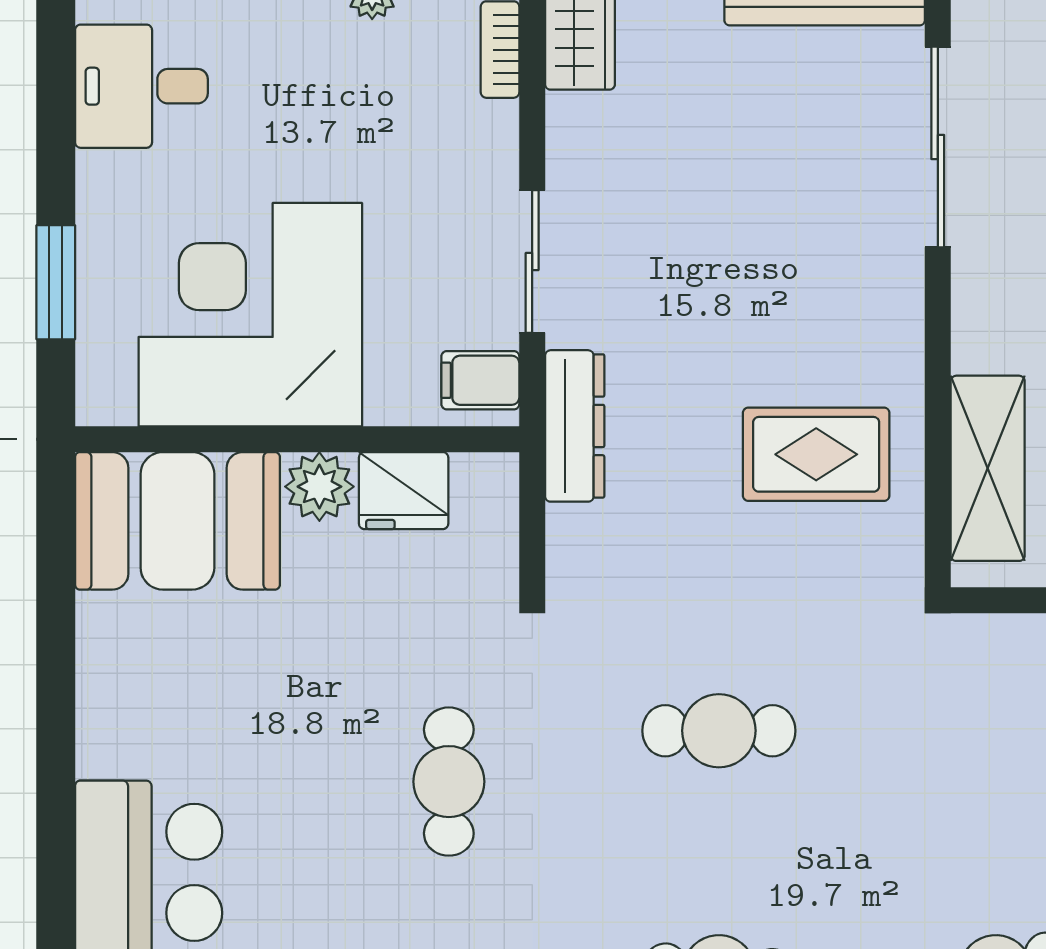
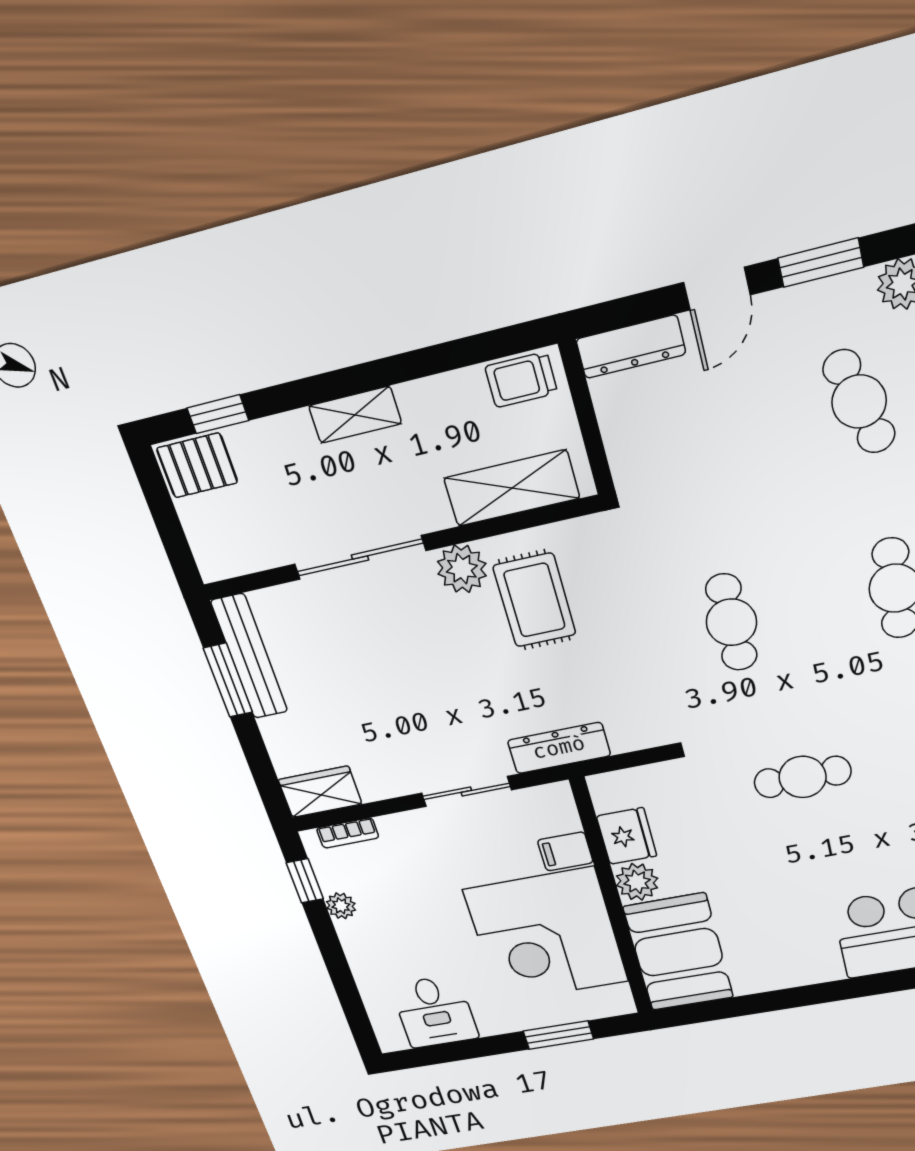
sliding door: (938, 147) -> (360, 557), moved
plant: (887, 362) -> (462, 569), added
filing cabinet: (480, 380) -> (565, 851), moved, turned 90

